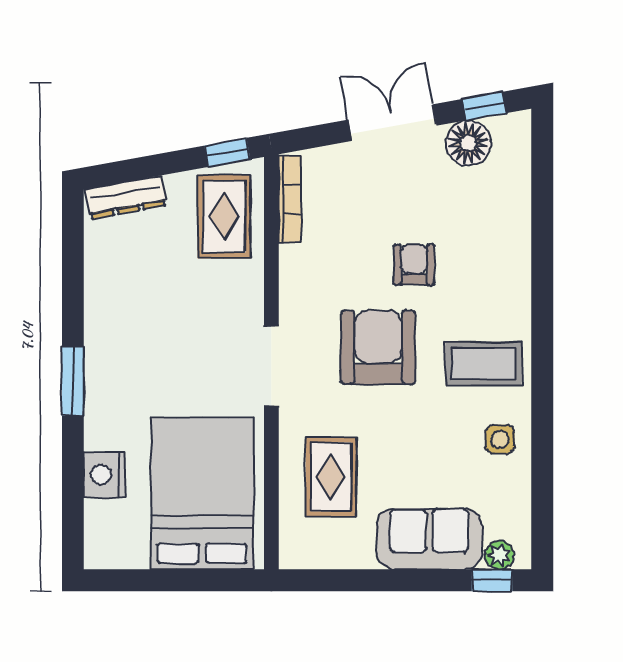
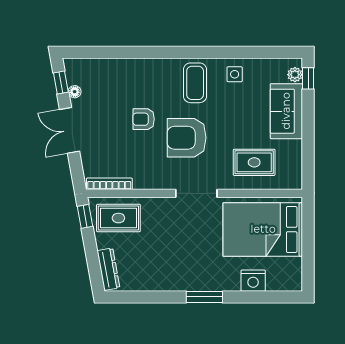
floor lamp: (468, 143) -> (75, 92), width x0.53, depth x0.53

